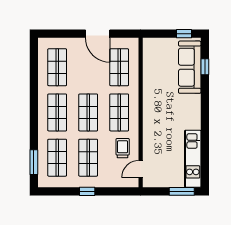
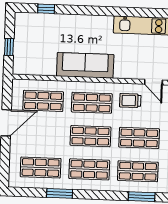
window: (184, 34) -> (9, 47), moved
sofa: (190, 67) -> (85, 65), moved, turned 180
window: (34, 86) -> (60, 193), added

